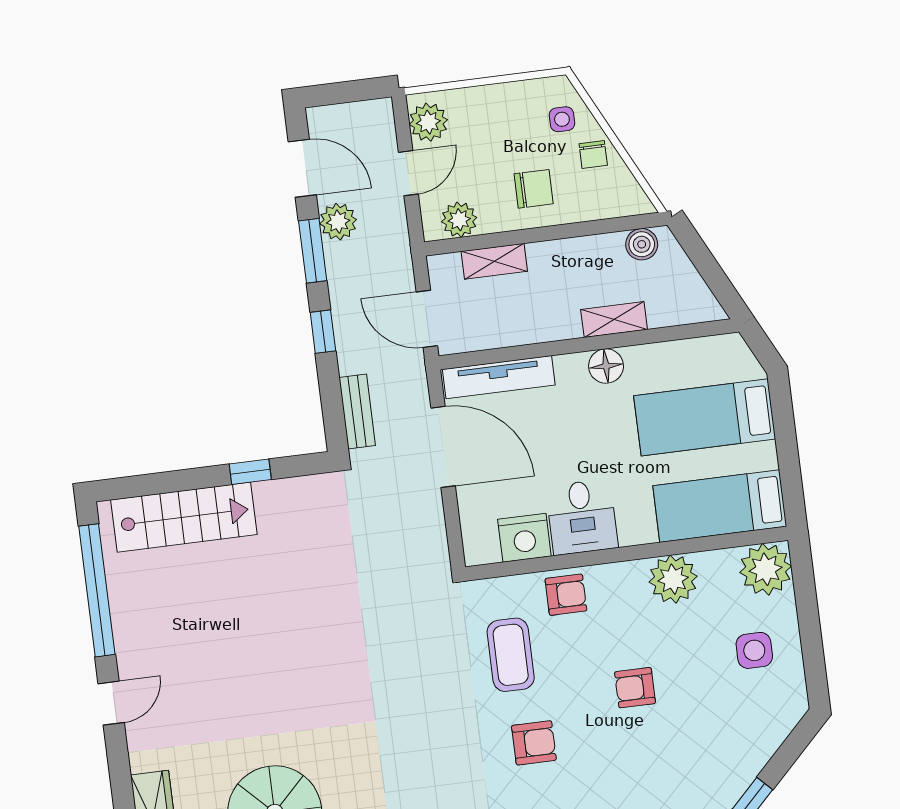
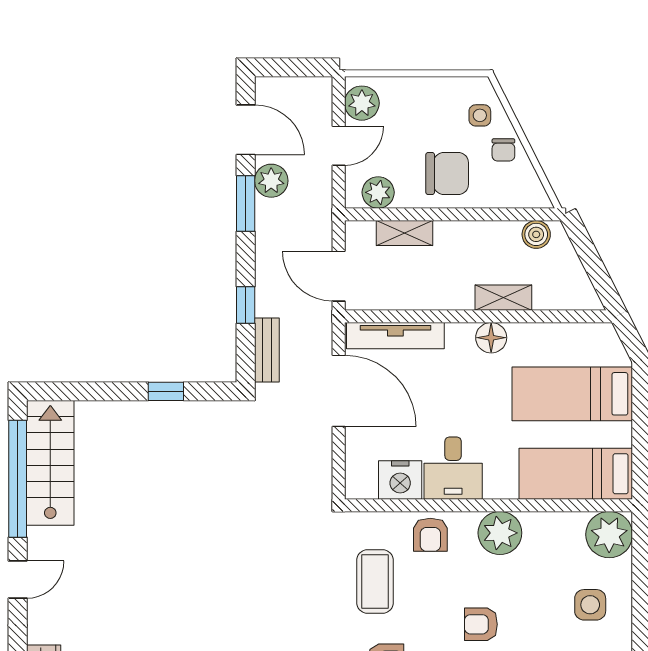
chair: (534, 189) -> (447, 174), width x1.37, depth x1.37
window: (323, 332) -> (246, 305), moved
stairs: (184, 517) -> (50, 463), moved, turned -90
plant: (673, 579) -> (500, 533), moved
armchair: (566, 595) -> (430, 535), turned 90

